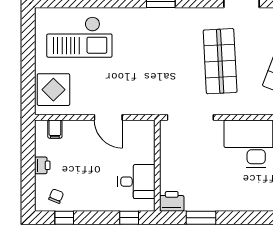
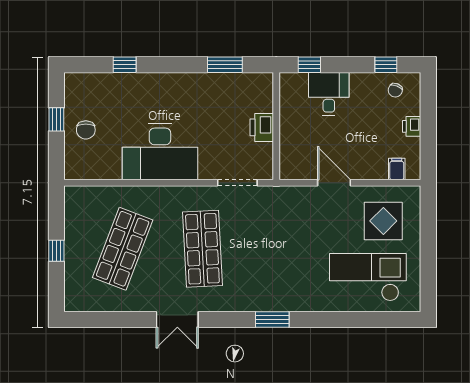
display table: (53, 90) -> (383, 221), moved
doorway: (190, 117) -> (237, 183), width x0.73
desk: (136, 182) -> (329, 94), moved, turned 90
printer: (172, 201) -> (262, 127), moved, turned 90

